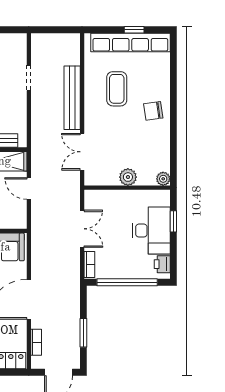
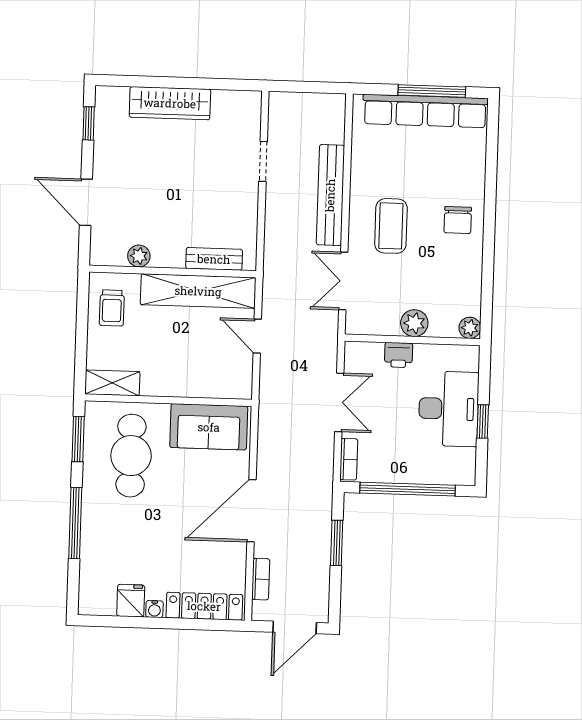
window: (134, 30) -> (432, 91), width x2.17
coffee table: (117, 89) -> (391, 226), moved
chair: (153, 111) -> (458, 220), turned -82
window: (173, 221) -> (483, 421), moved
printer: (162, 264) -> (399, 355), moved, turned -90
window: (83, 333) -> (337, 543), moved

